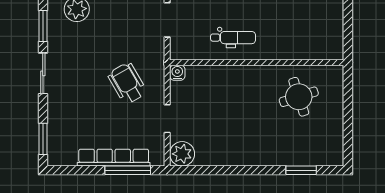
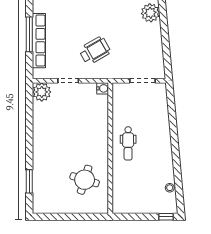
dental chair: (233, 38) -> (128, 143), moved
round table: (299, 97) -> (85, 180), turned 35
window: (128, 170) -> (29, 34), moved

